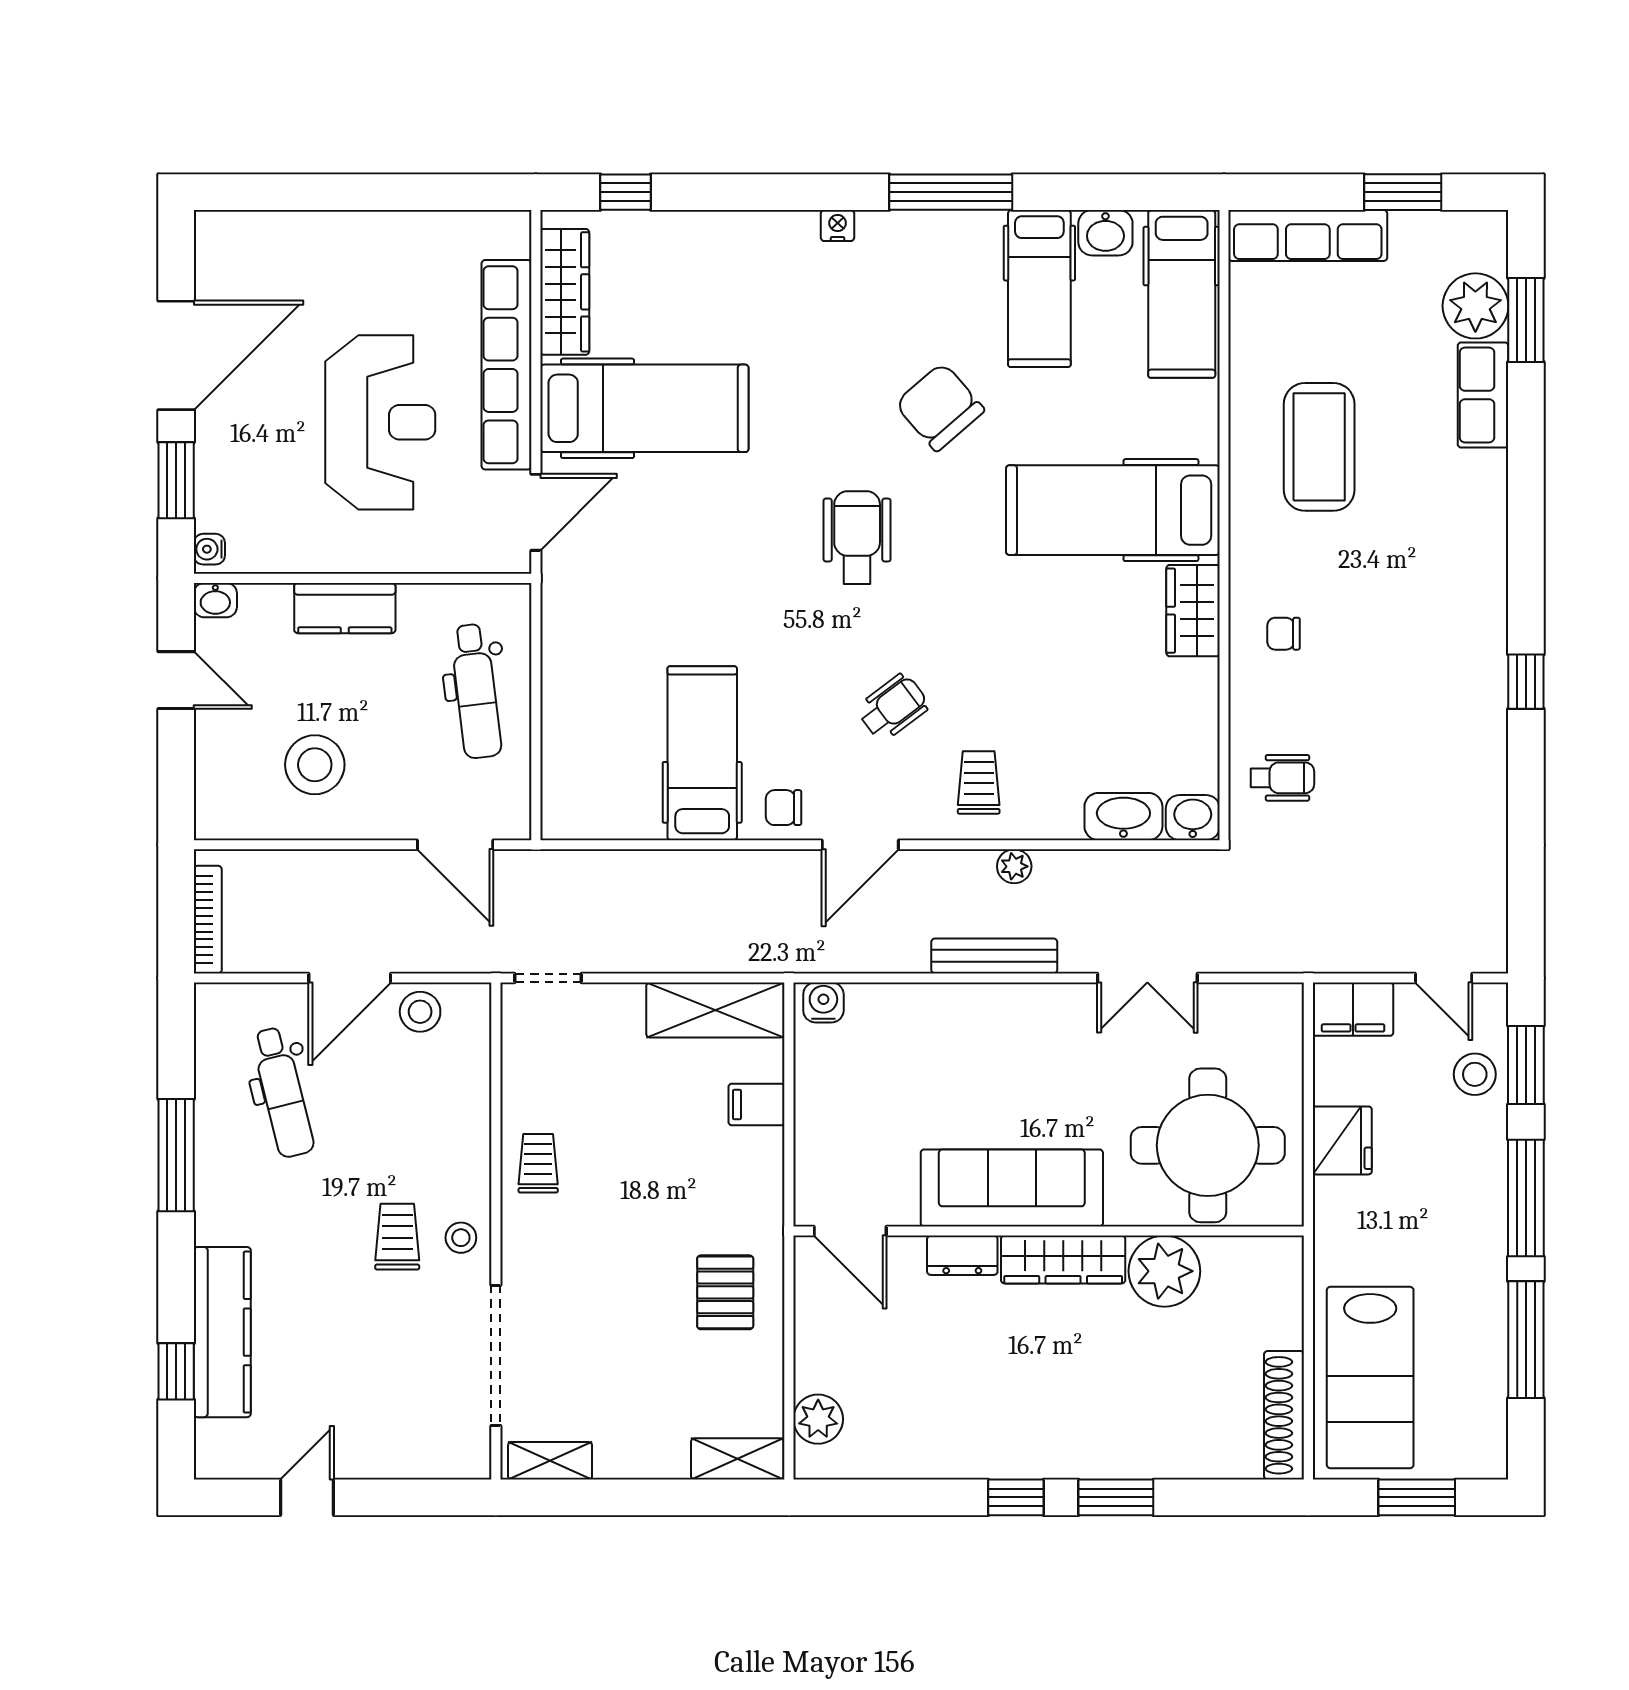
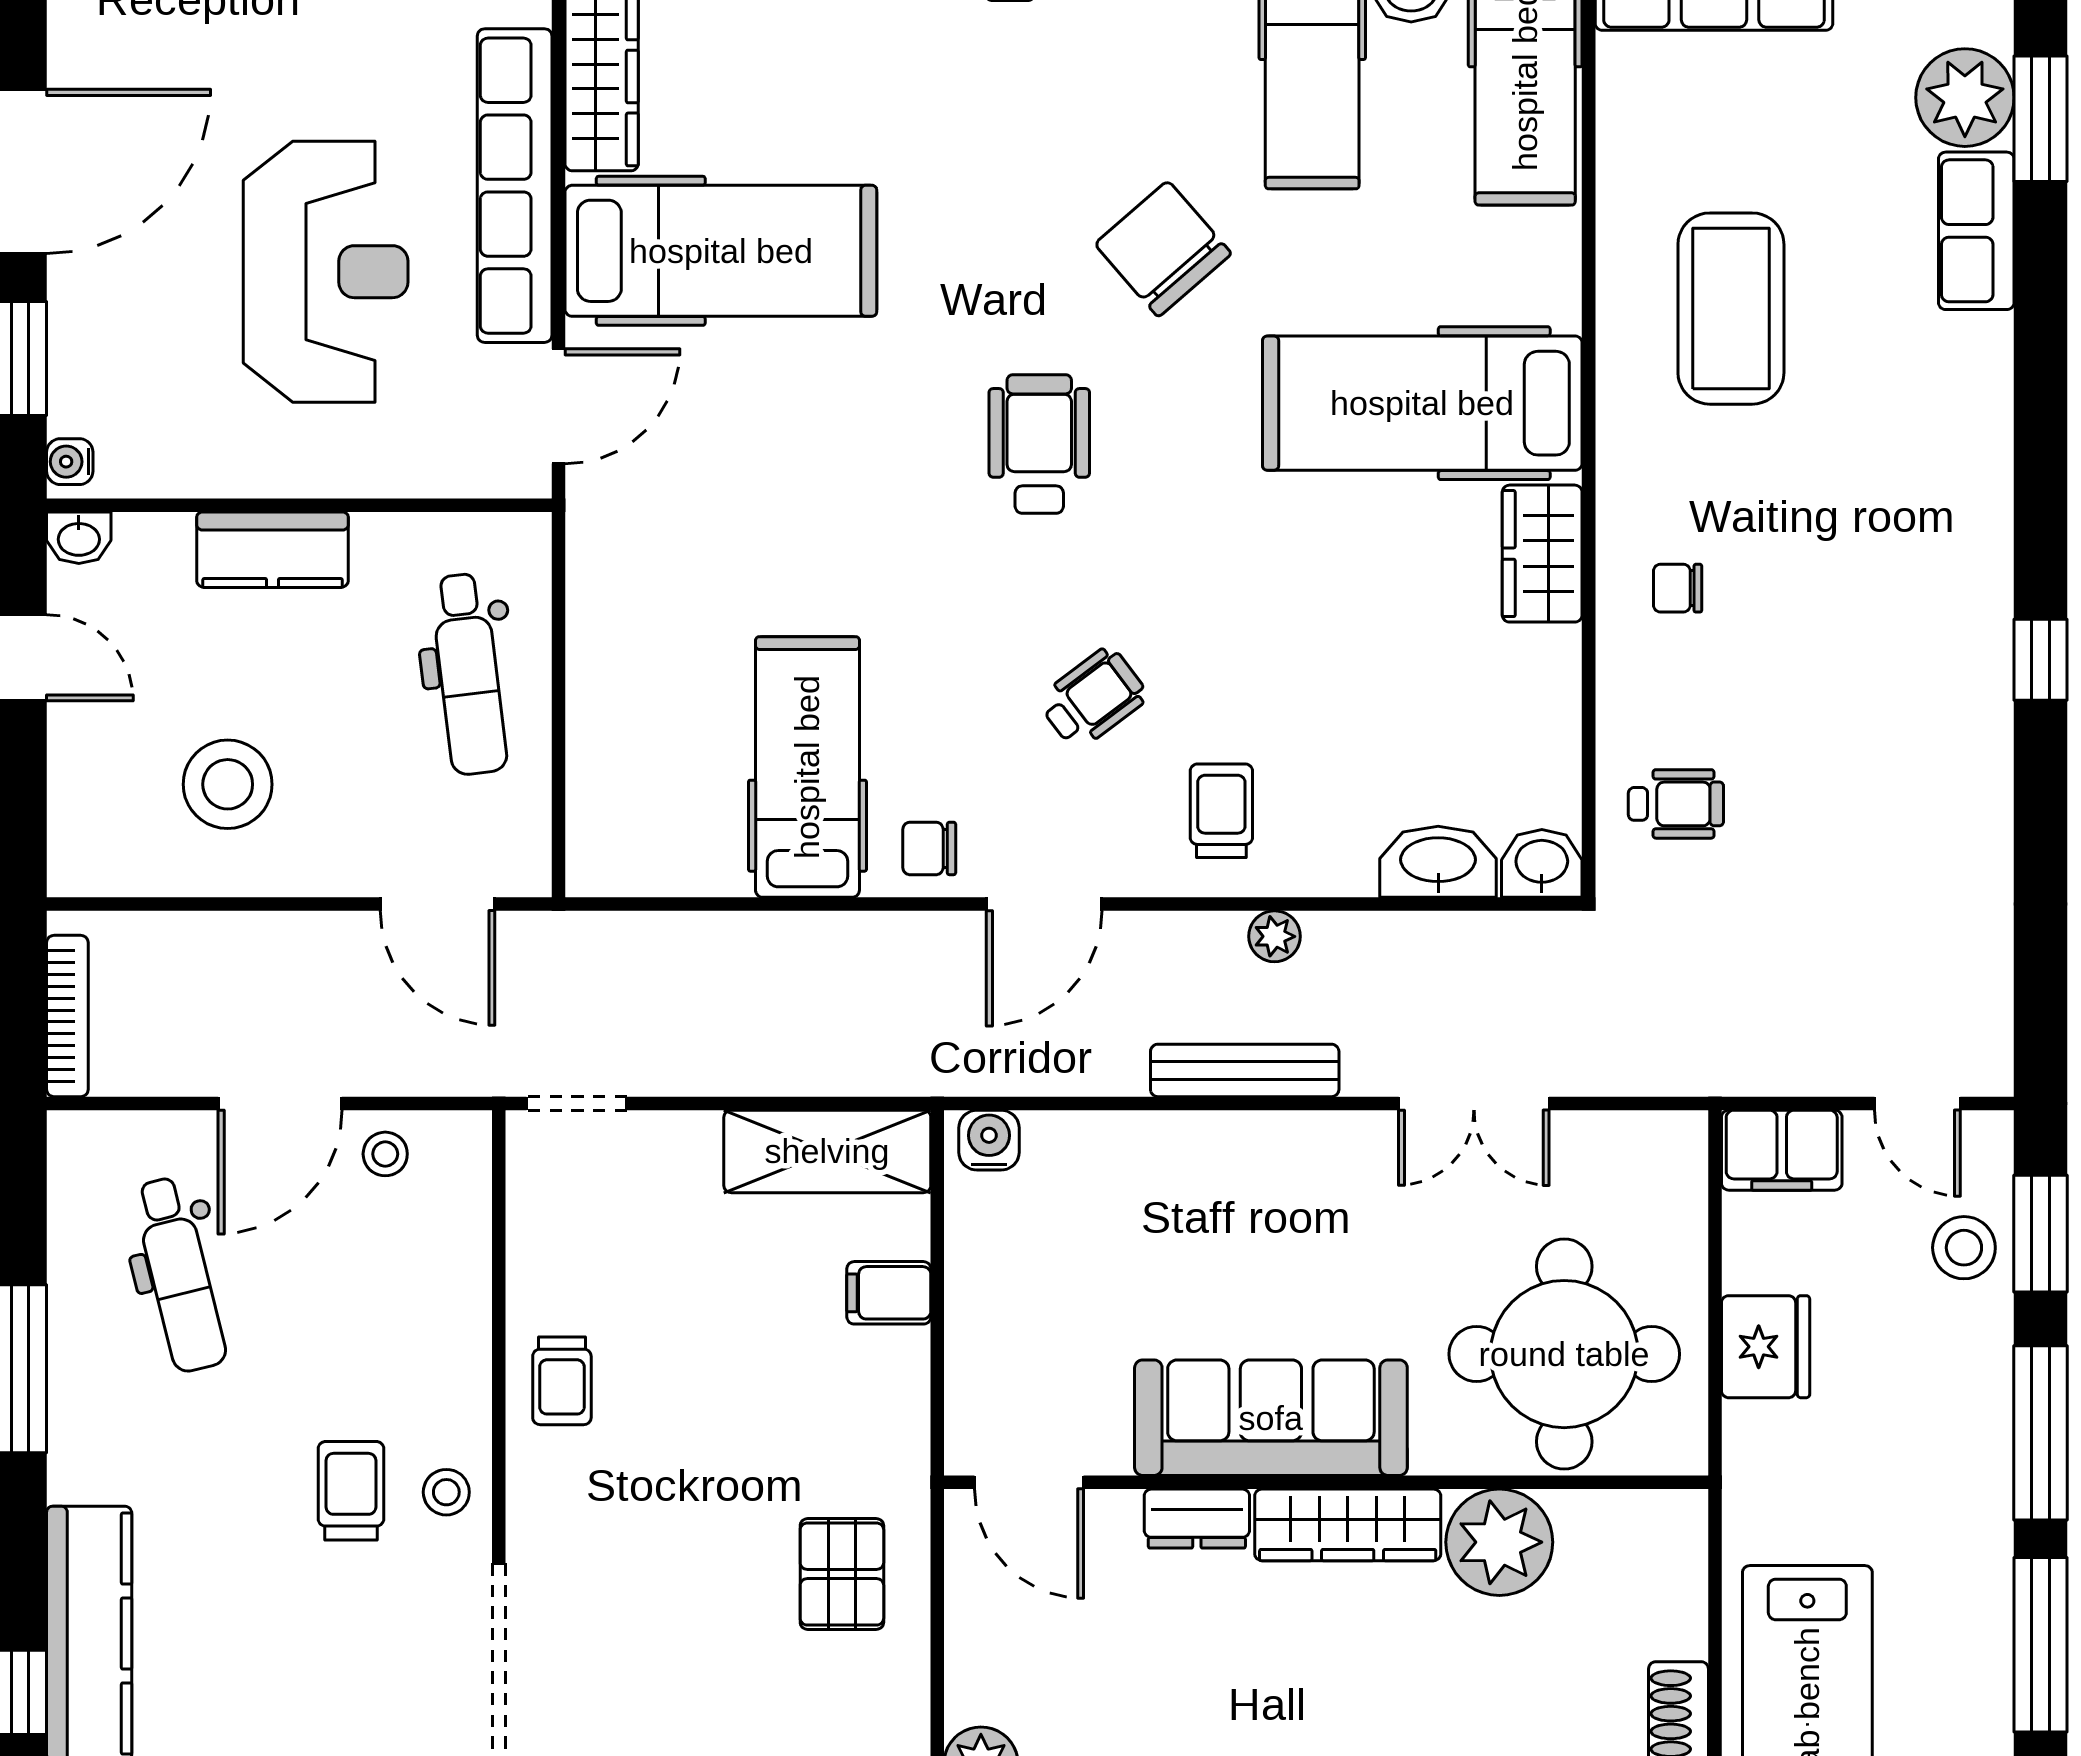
stool: (420, 1012) -> (385, 1154), width x0.73, depth x0.73
trolley: (538, 1163) -> (562, 1381), turned 180

